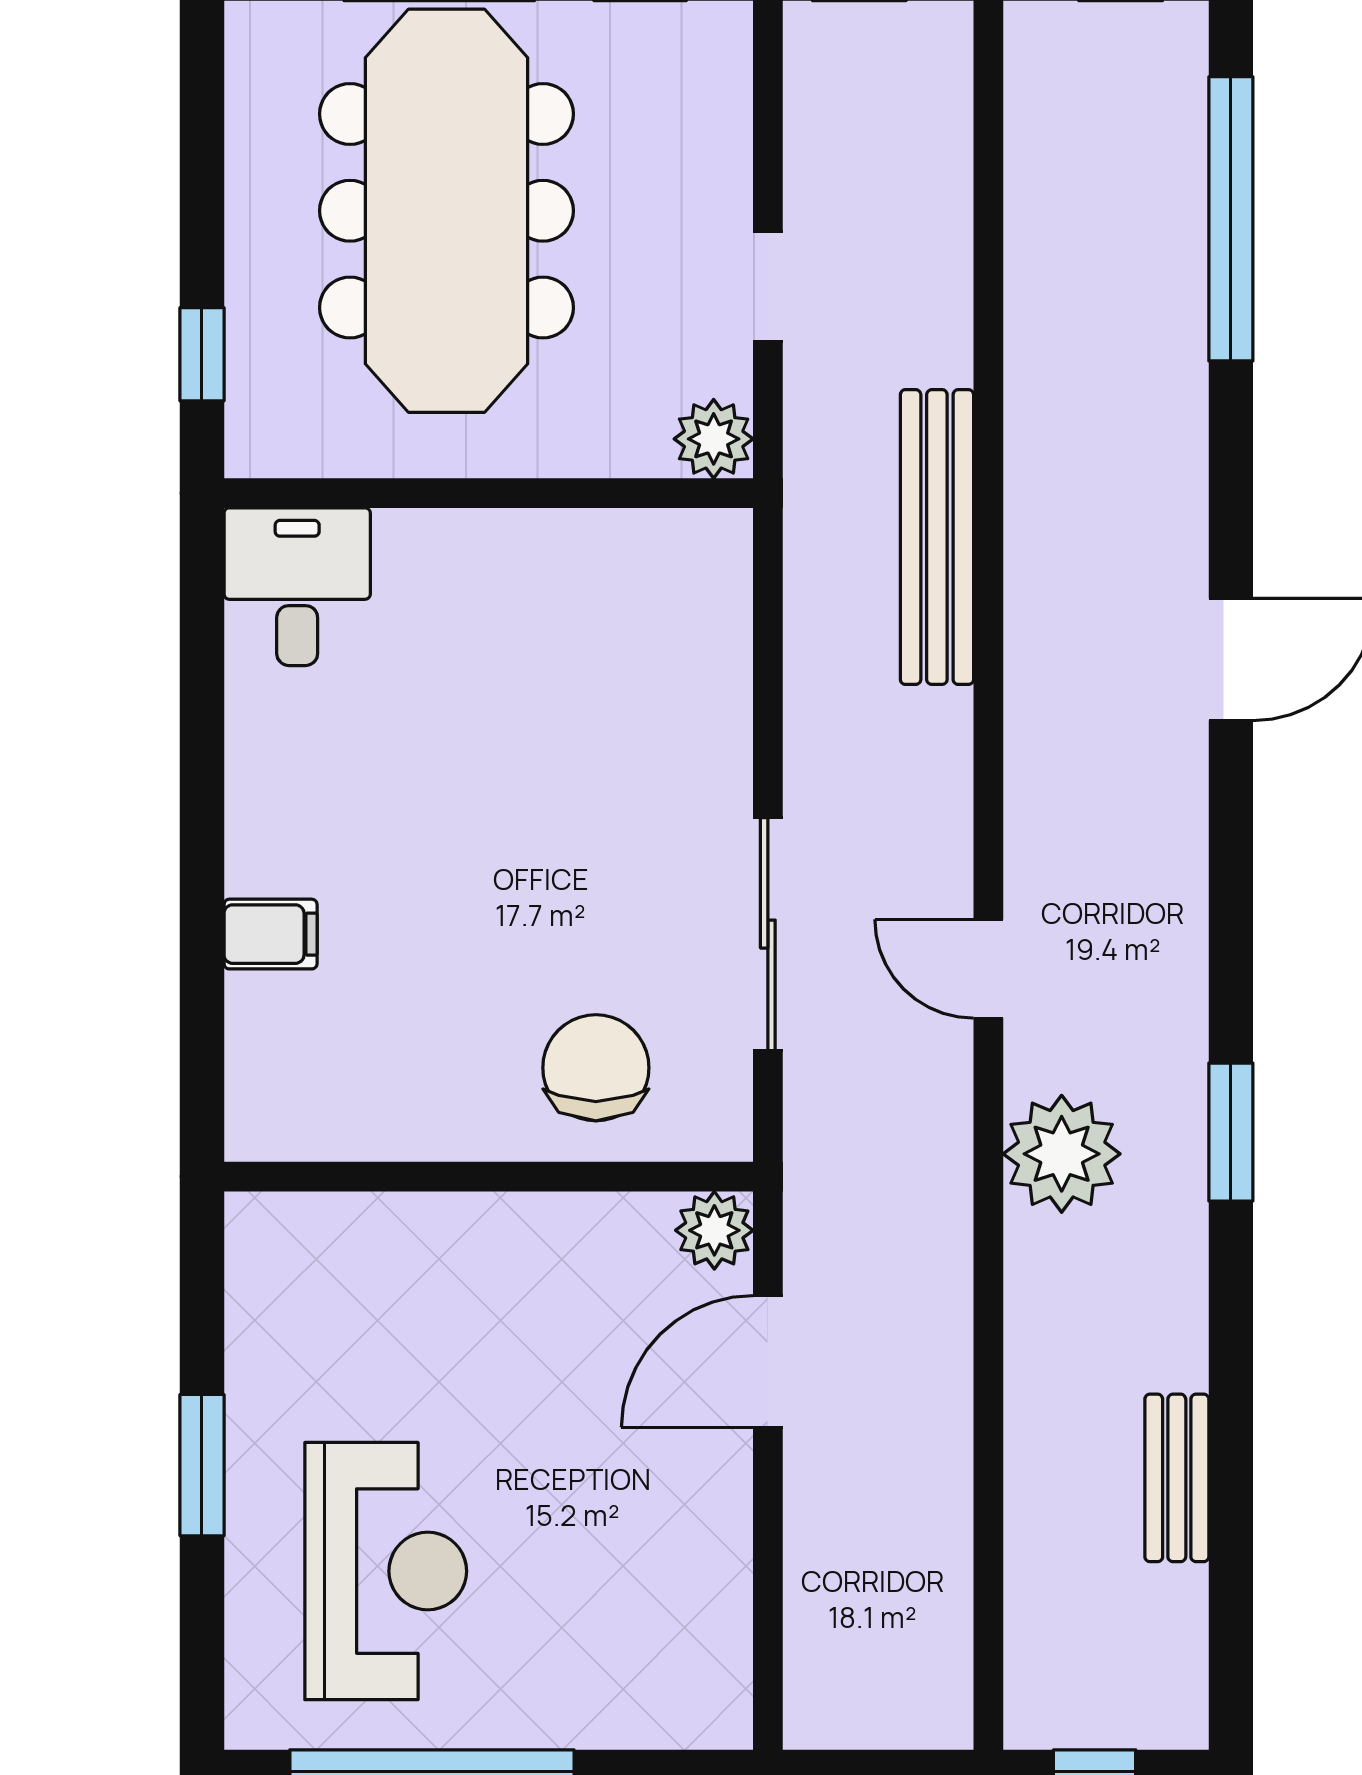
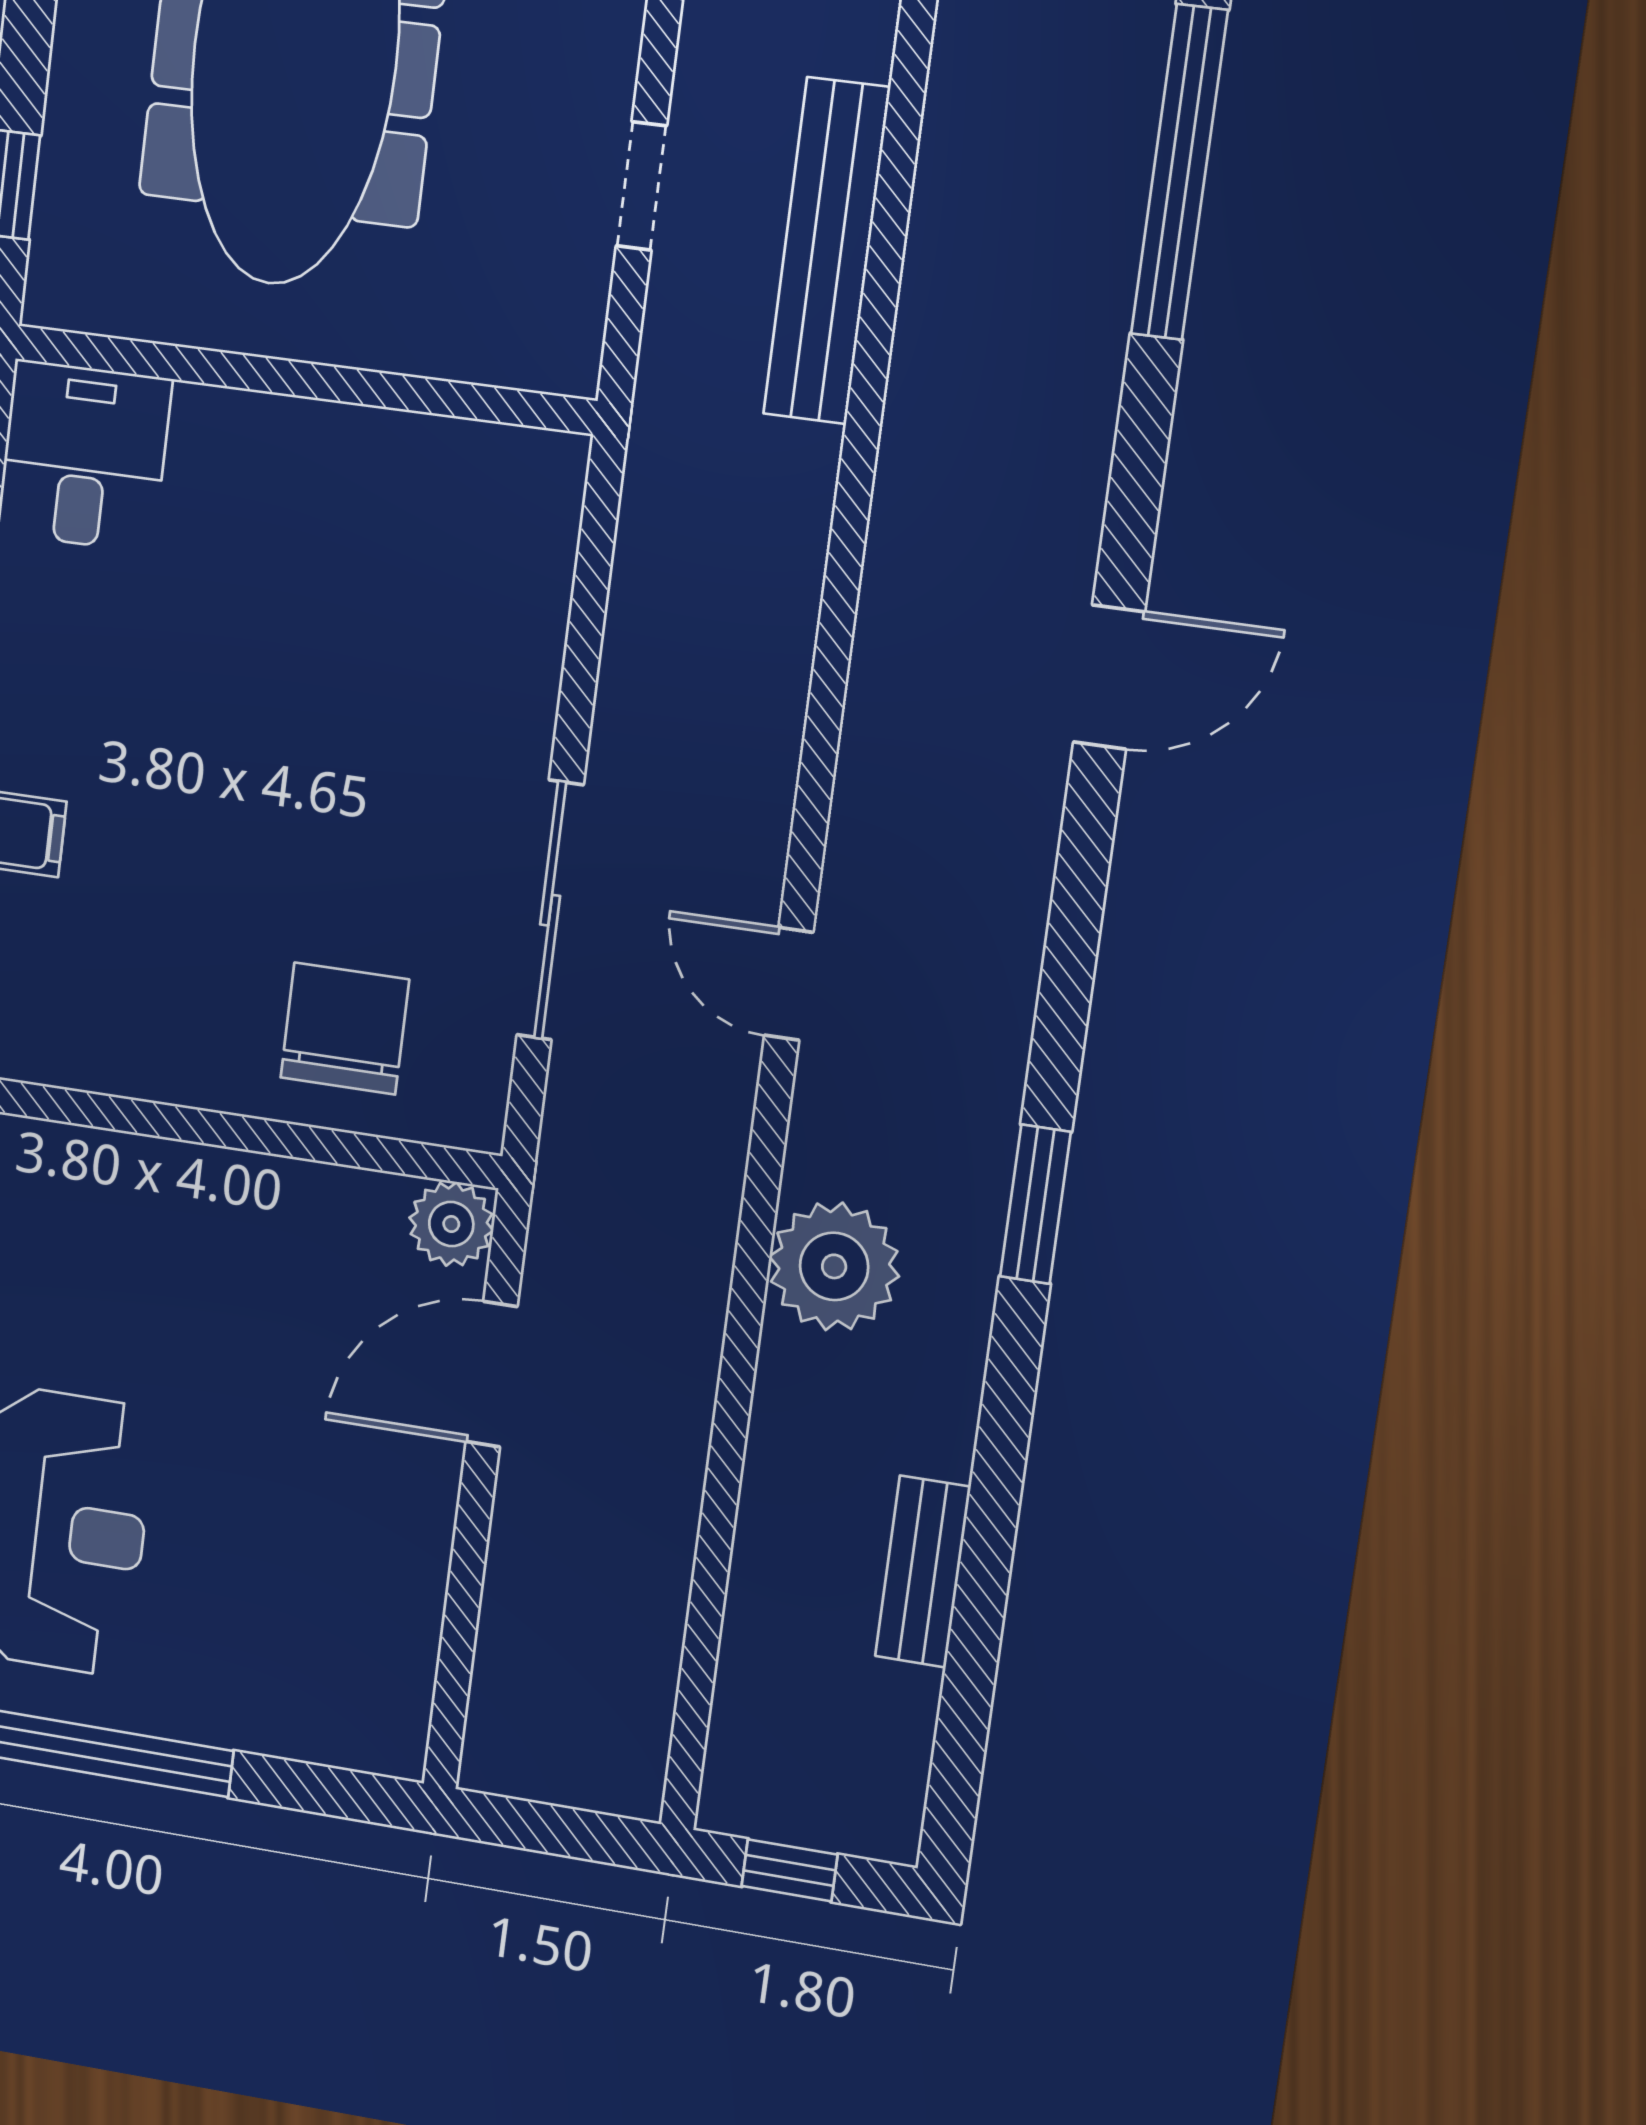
plant: (714, 439) -> (559, 351), removed
bench: (937, 537) -> (827, 251), moved
plant: (1062, 1154) -> (834, 1266), moved

